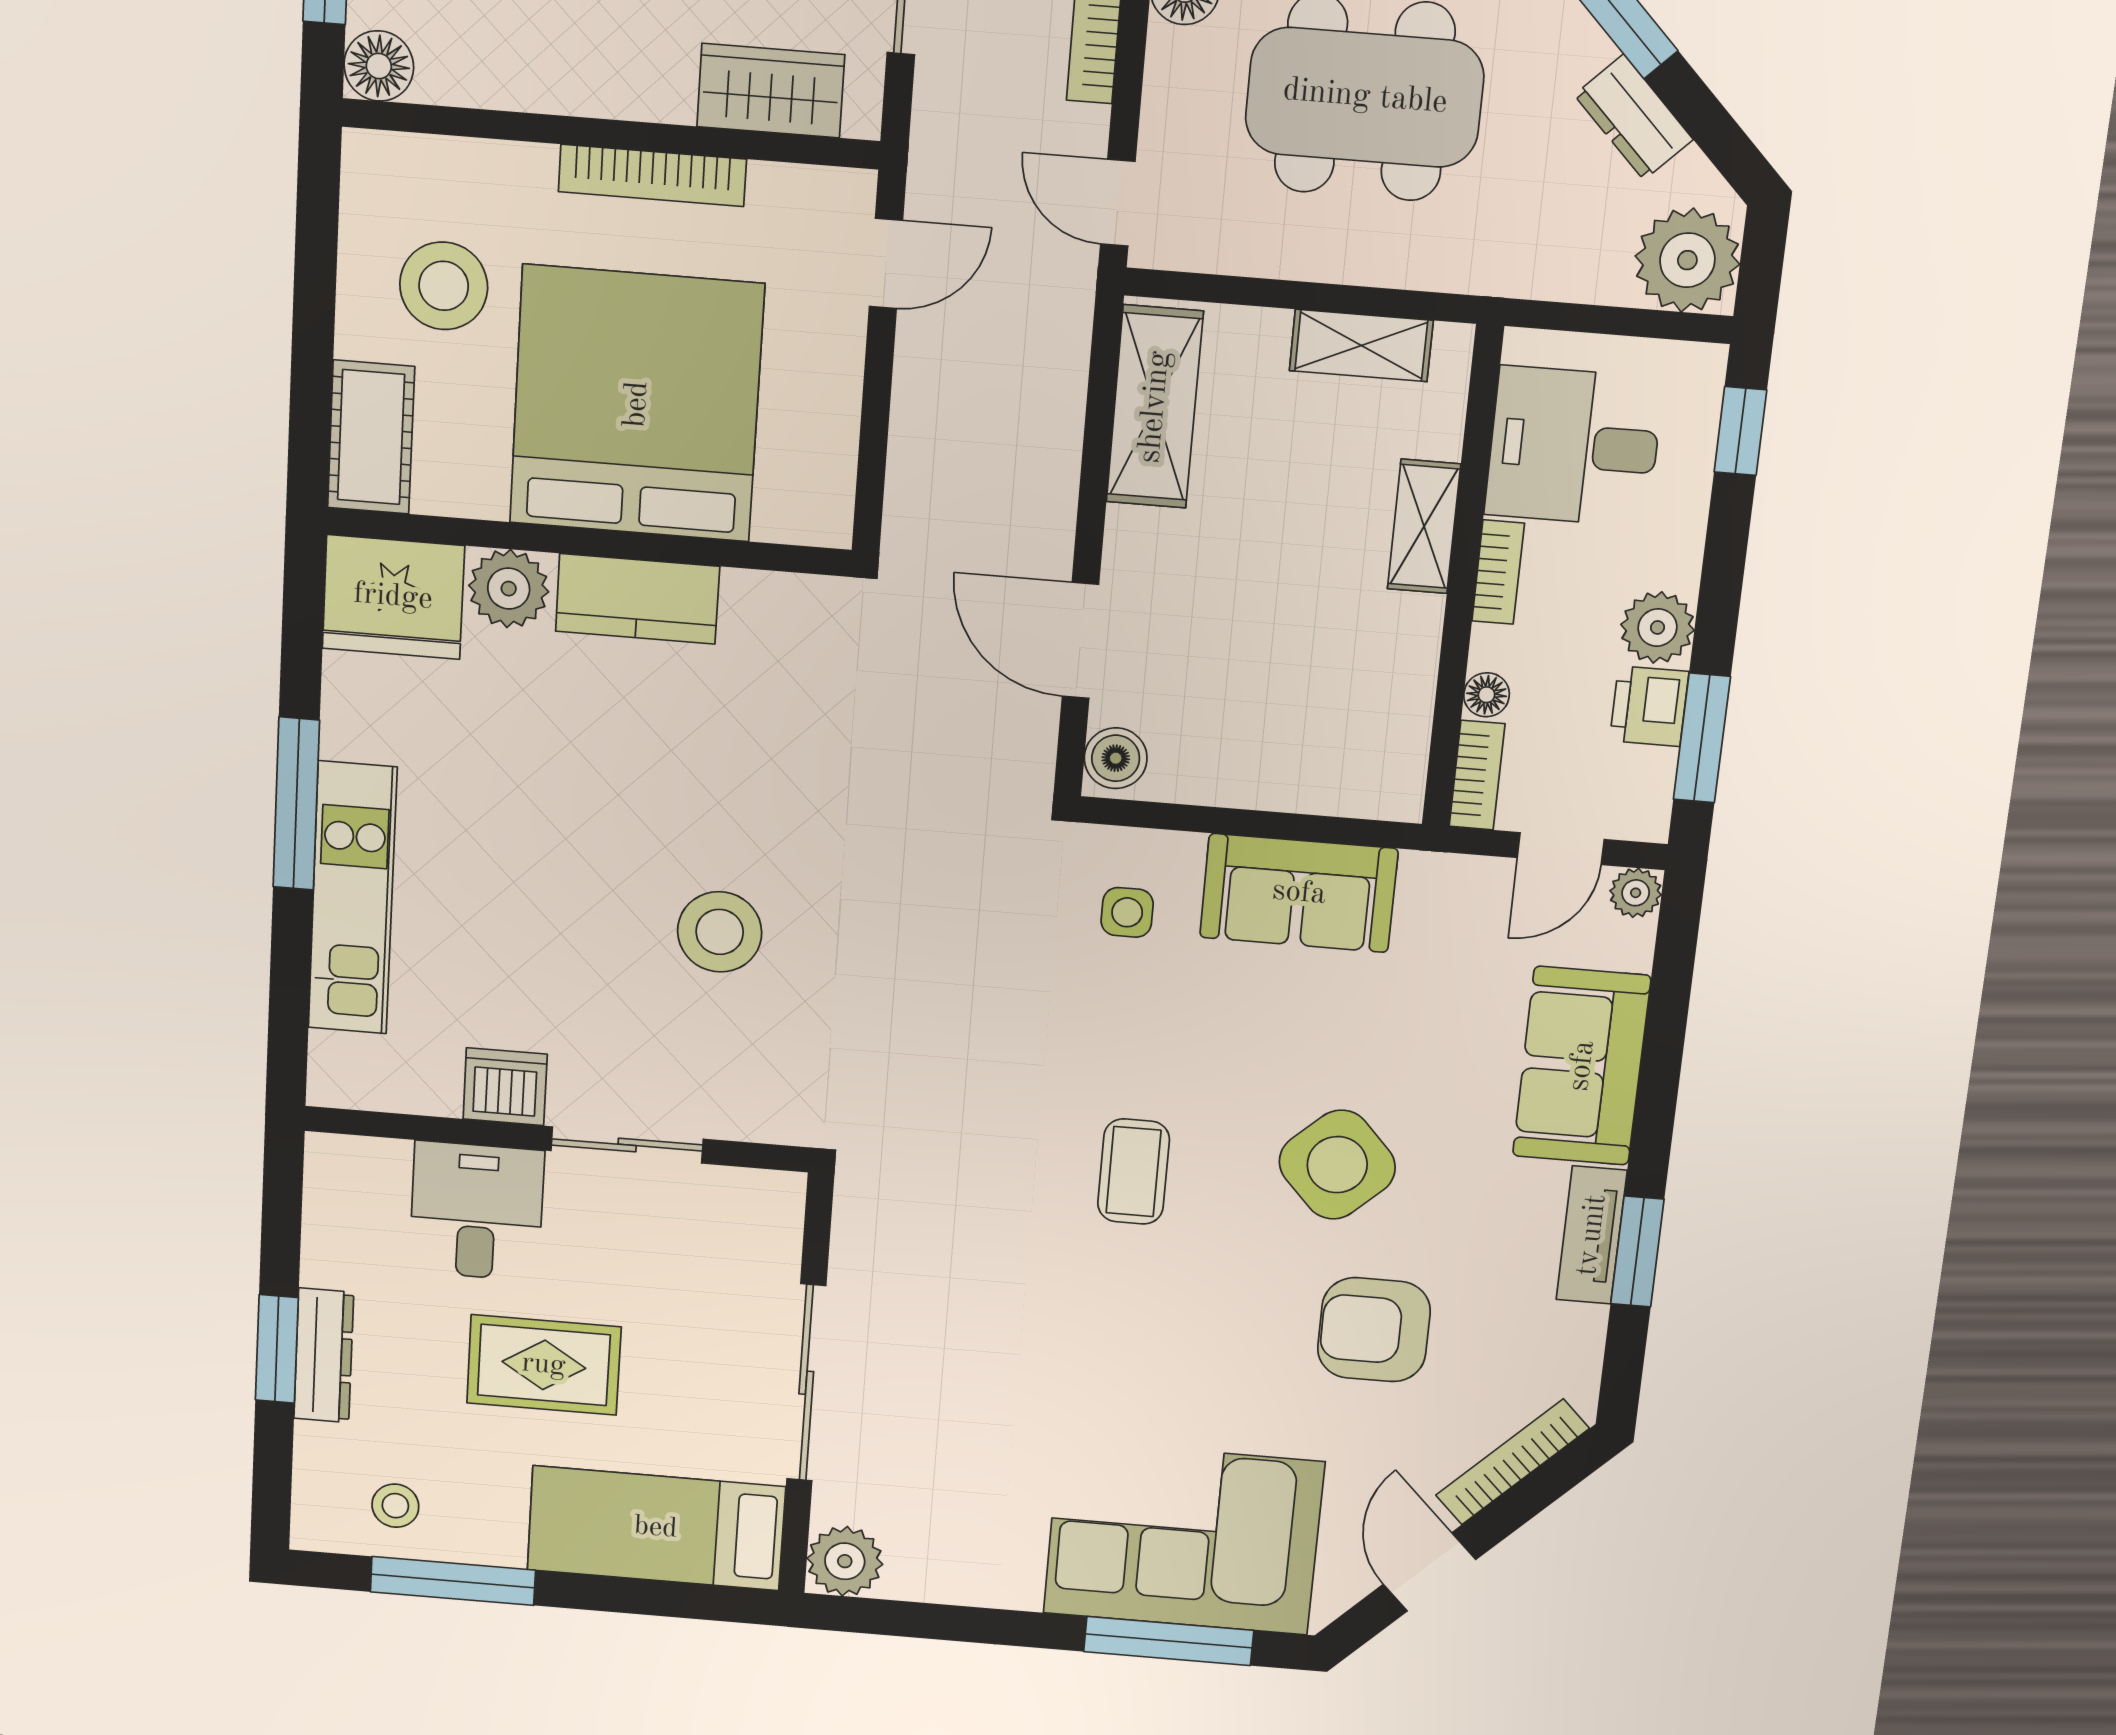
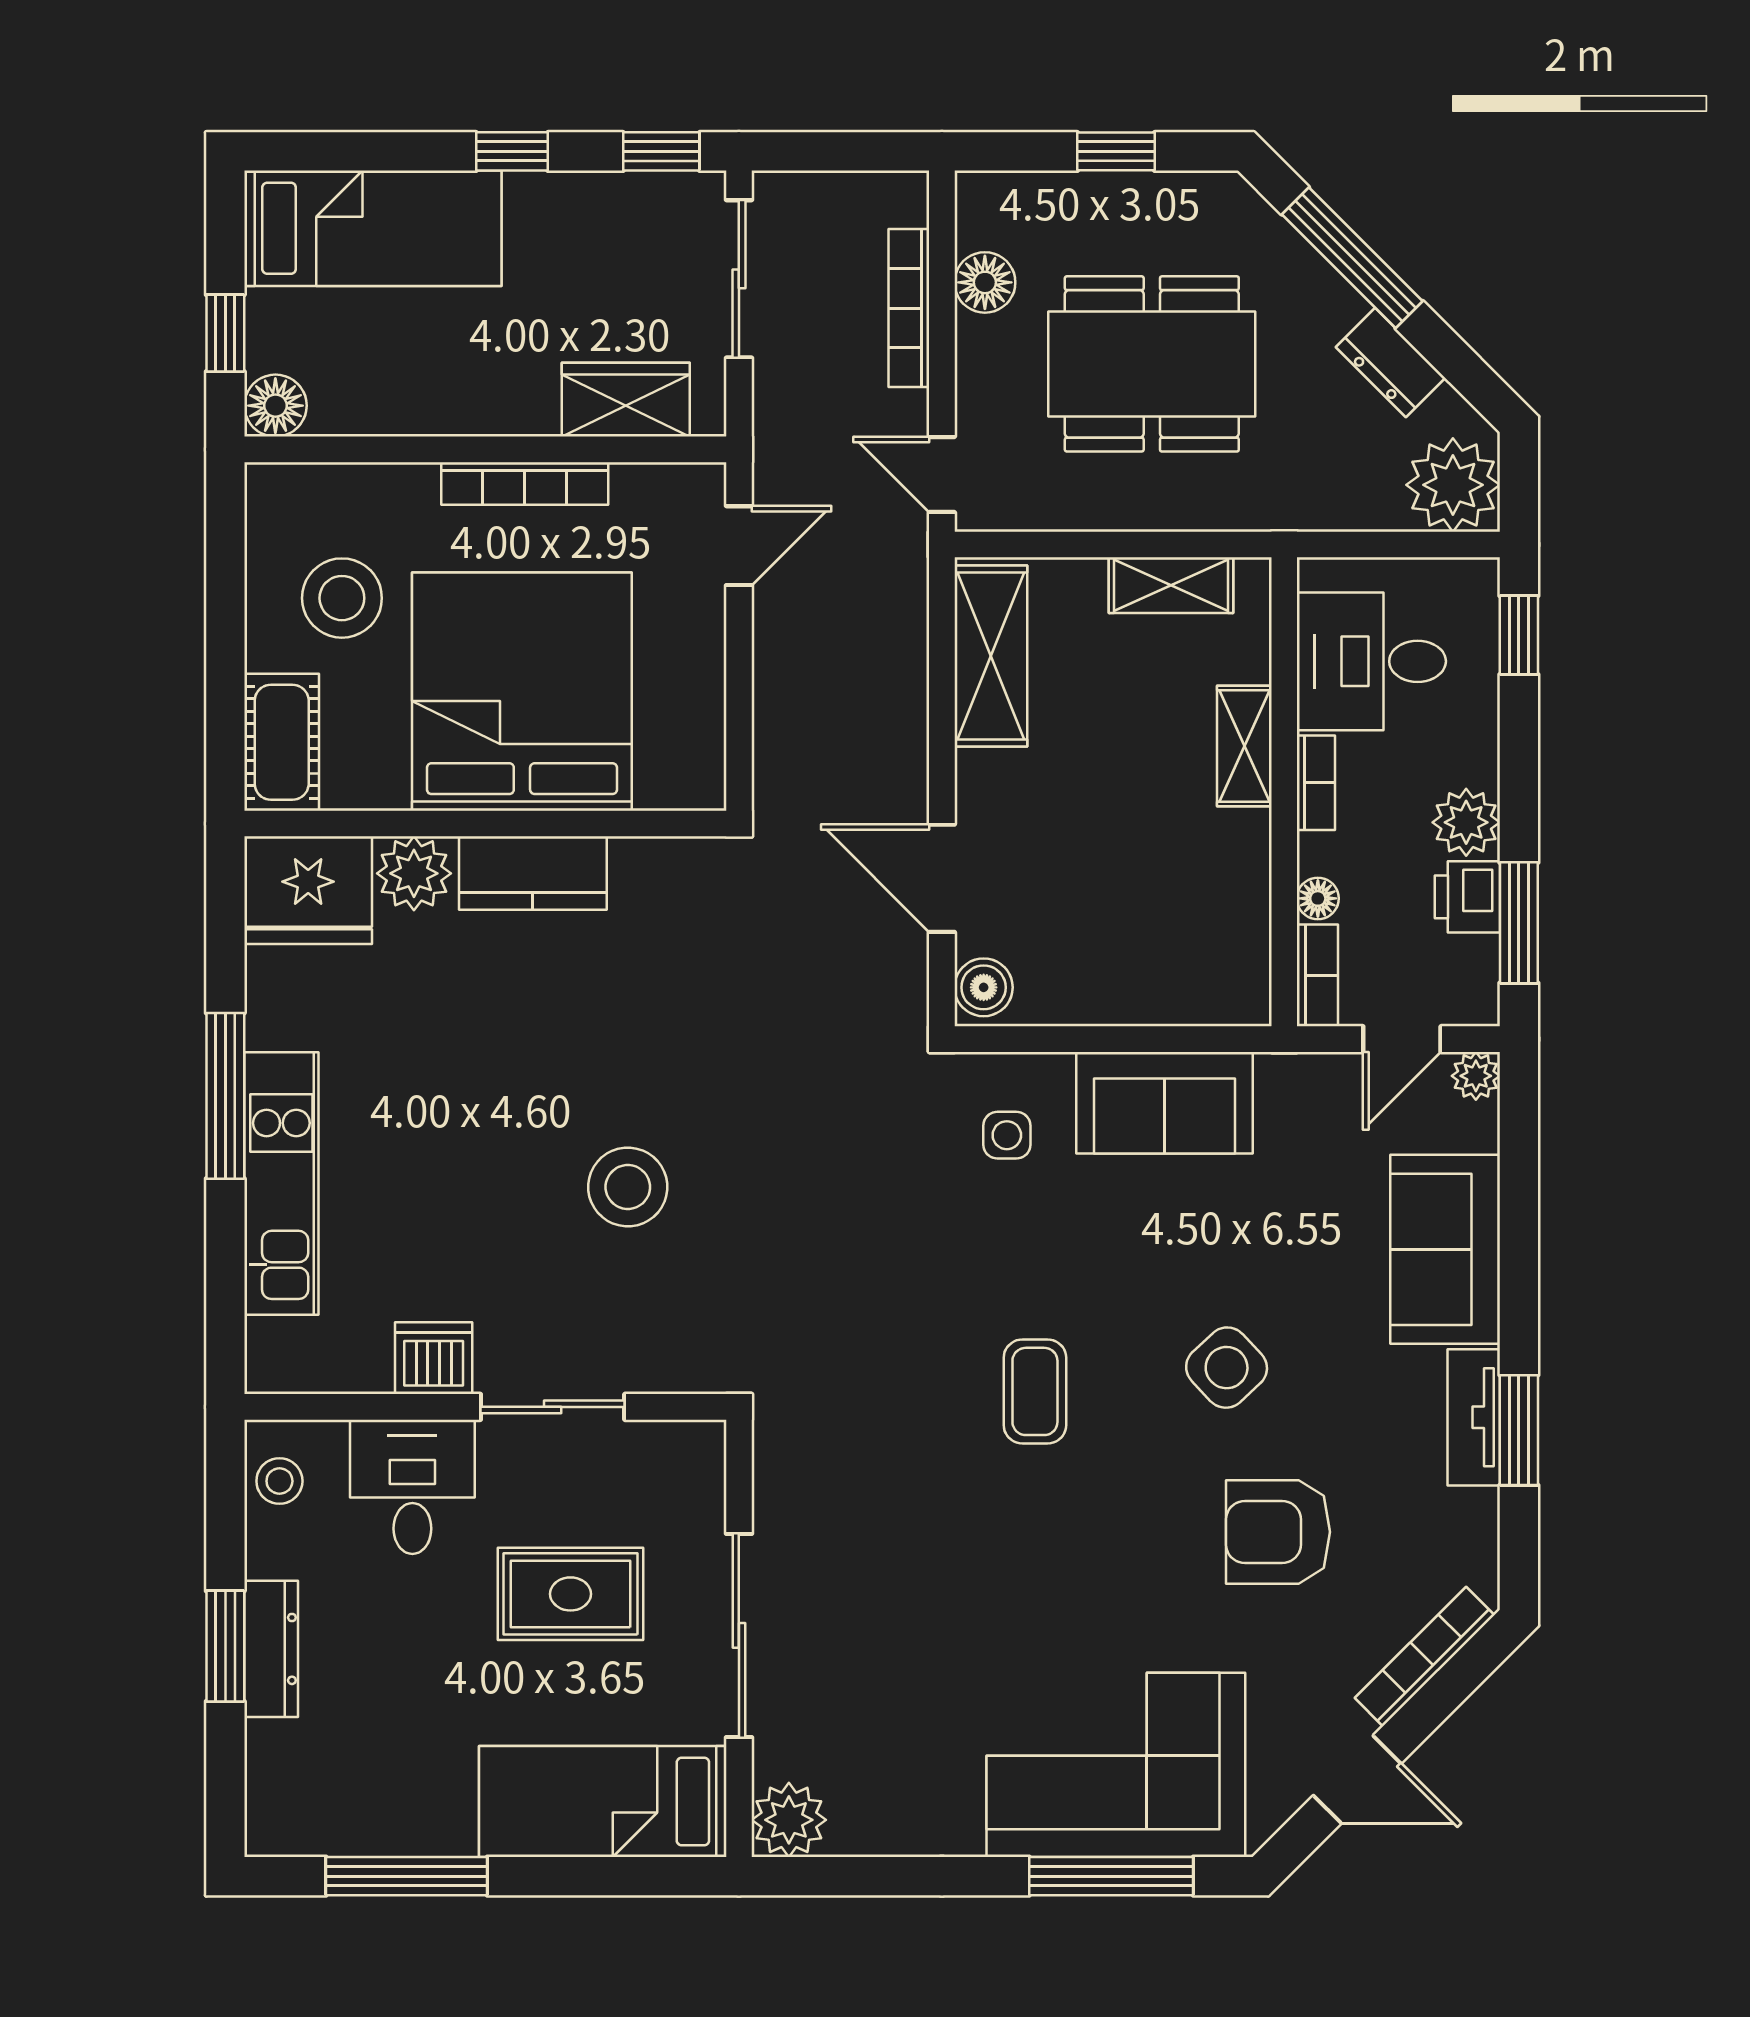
side table: (1337, 1165) -> (1227, 1368), width x0.73, depth x0.73
rug: (544, 1365) -> (570, 1594), moved
stool: (395, 1506) -> (279, 1481), moved
door: (1429, 1572) -> (1357, 1779), swing flipped

